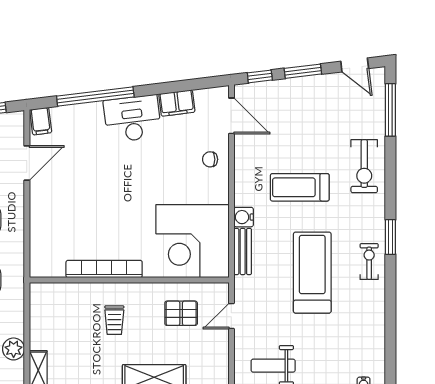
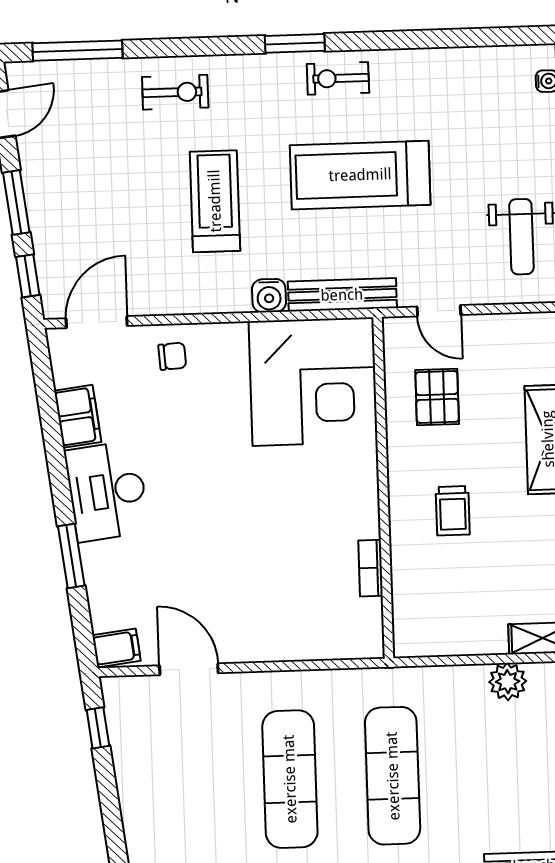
window: (95, 96) -> (71, 556), width x0.47
chair: (210, 159) -> (172, 356), turned -94
exercise bike: (364, 166) -> (175, 92), width x0.73, depth x0.72
treadmill: (300, 187) -> (215, 201), turned 180
bench: (243, 252) -> (342, 295), width x1.36
bookcase: (104, 269) -> (371, 568), width x0.43, depth x0.76
trolley: (114, 320) -> (453, 511), turned 90

